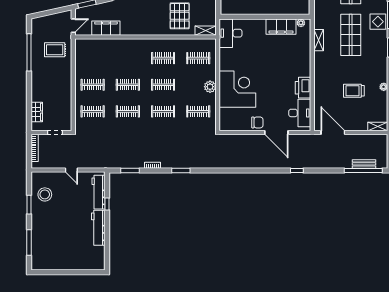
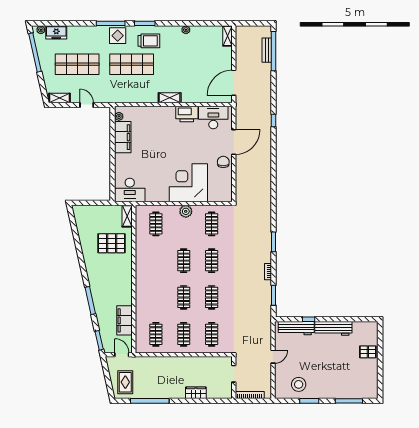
shelving: (319, 40) -> (170, 98), moved
rug: (55, 50) -> (125, 382), moved
clothes rail: (163, 58) -> (156, 334), moved
trolley: (354, 91) -> (149, 41), moved, turned -90
wardrobe: (37, 112) -> (196, 393), moved
pallet: (76, 261) -> (368, 352), added

